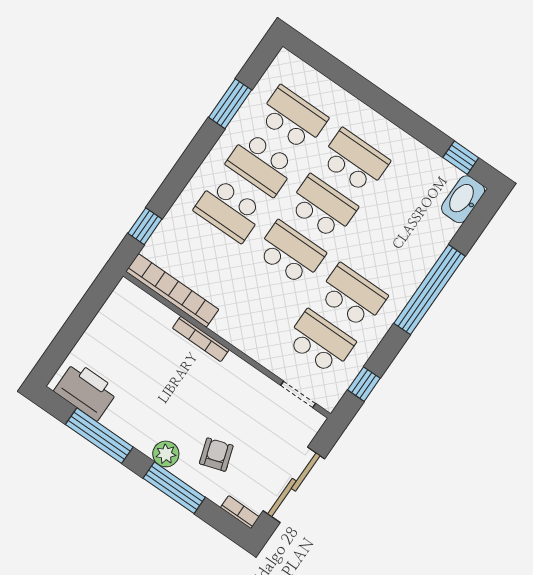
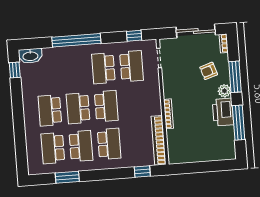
school desk: (291, 253) -> (106, 106), turned 180
school desk: (320, 342) -> (132, 66), turned 180
printer: (86, 391) -> (223, 112), moved

